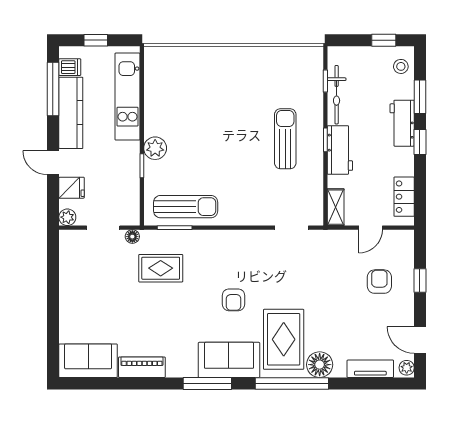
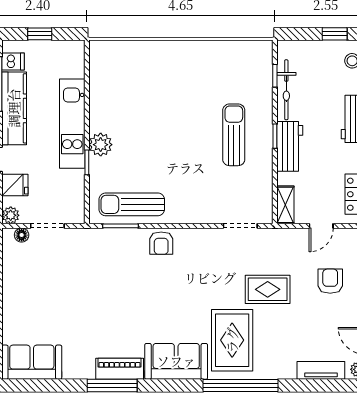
kitchen unit: (128, 97) -> (72, 124), moved
sun lounger: (186, 207) -> (132, 204), turned 180
floor lamp: (132, 237) -> (22, 235), moved
rug: (161, 268) -> (268, 289), moved
armchair: (234, 300) -> (161, 243), moved
floor lamp: (320, 365) -> (269, 366), removed
piano: (142, 367) -> (120, 369), moved
window: (207, 384) -> (112, 386), moved

